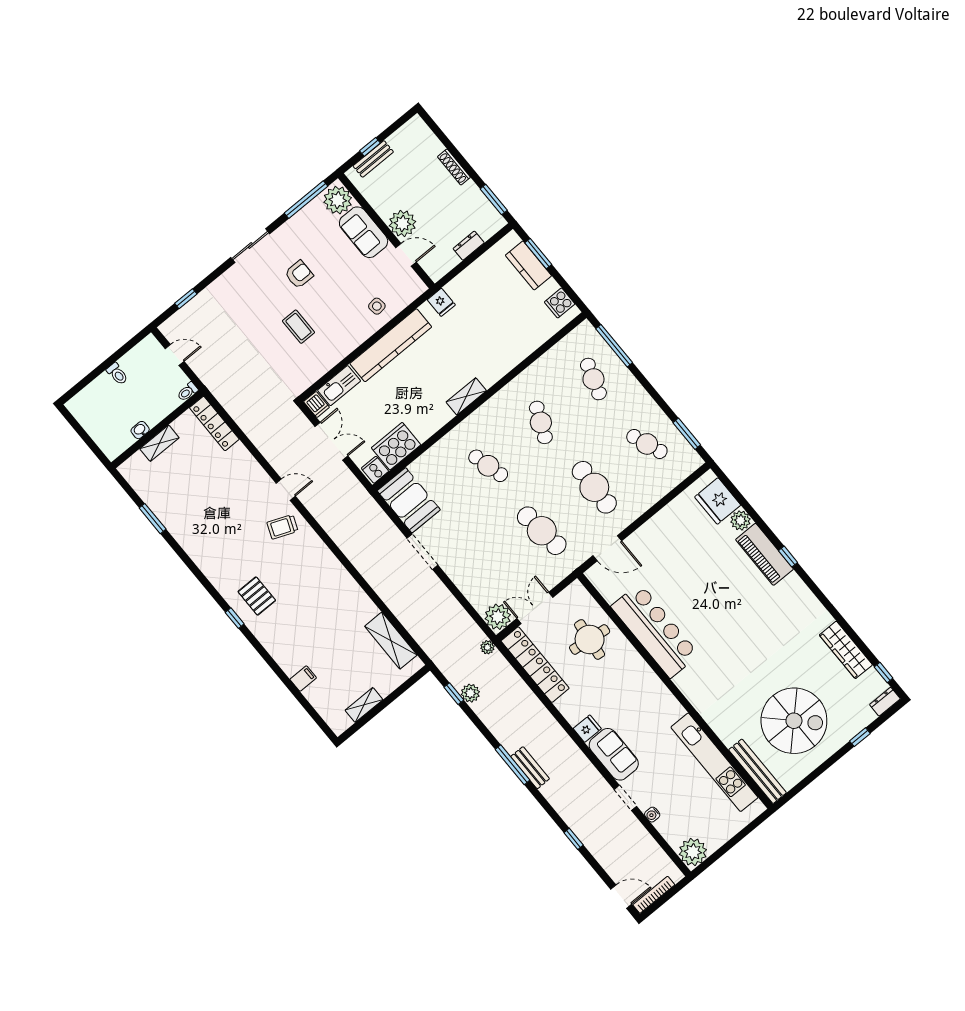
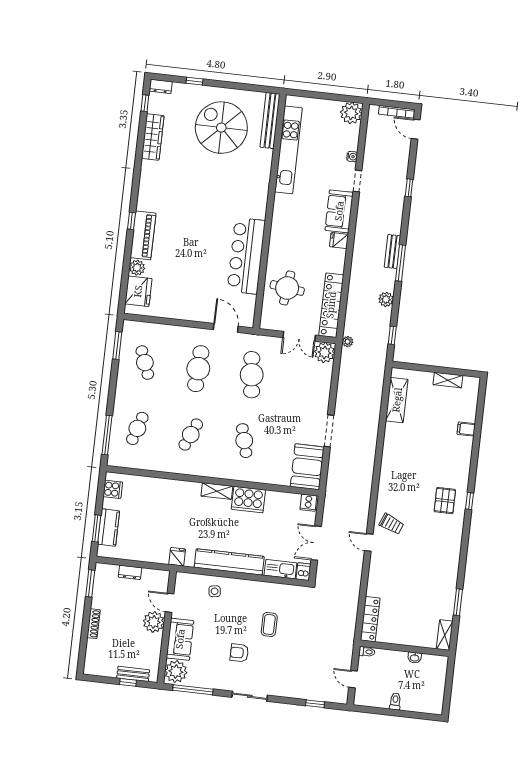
shelving: (159, 443) -> (445, 635), moved, turned 90
cooker: (396, 446) -> (248, 500), moved
plant: (470, 693) -> (386, 299), moved

